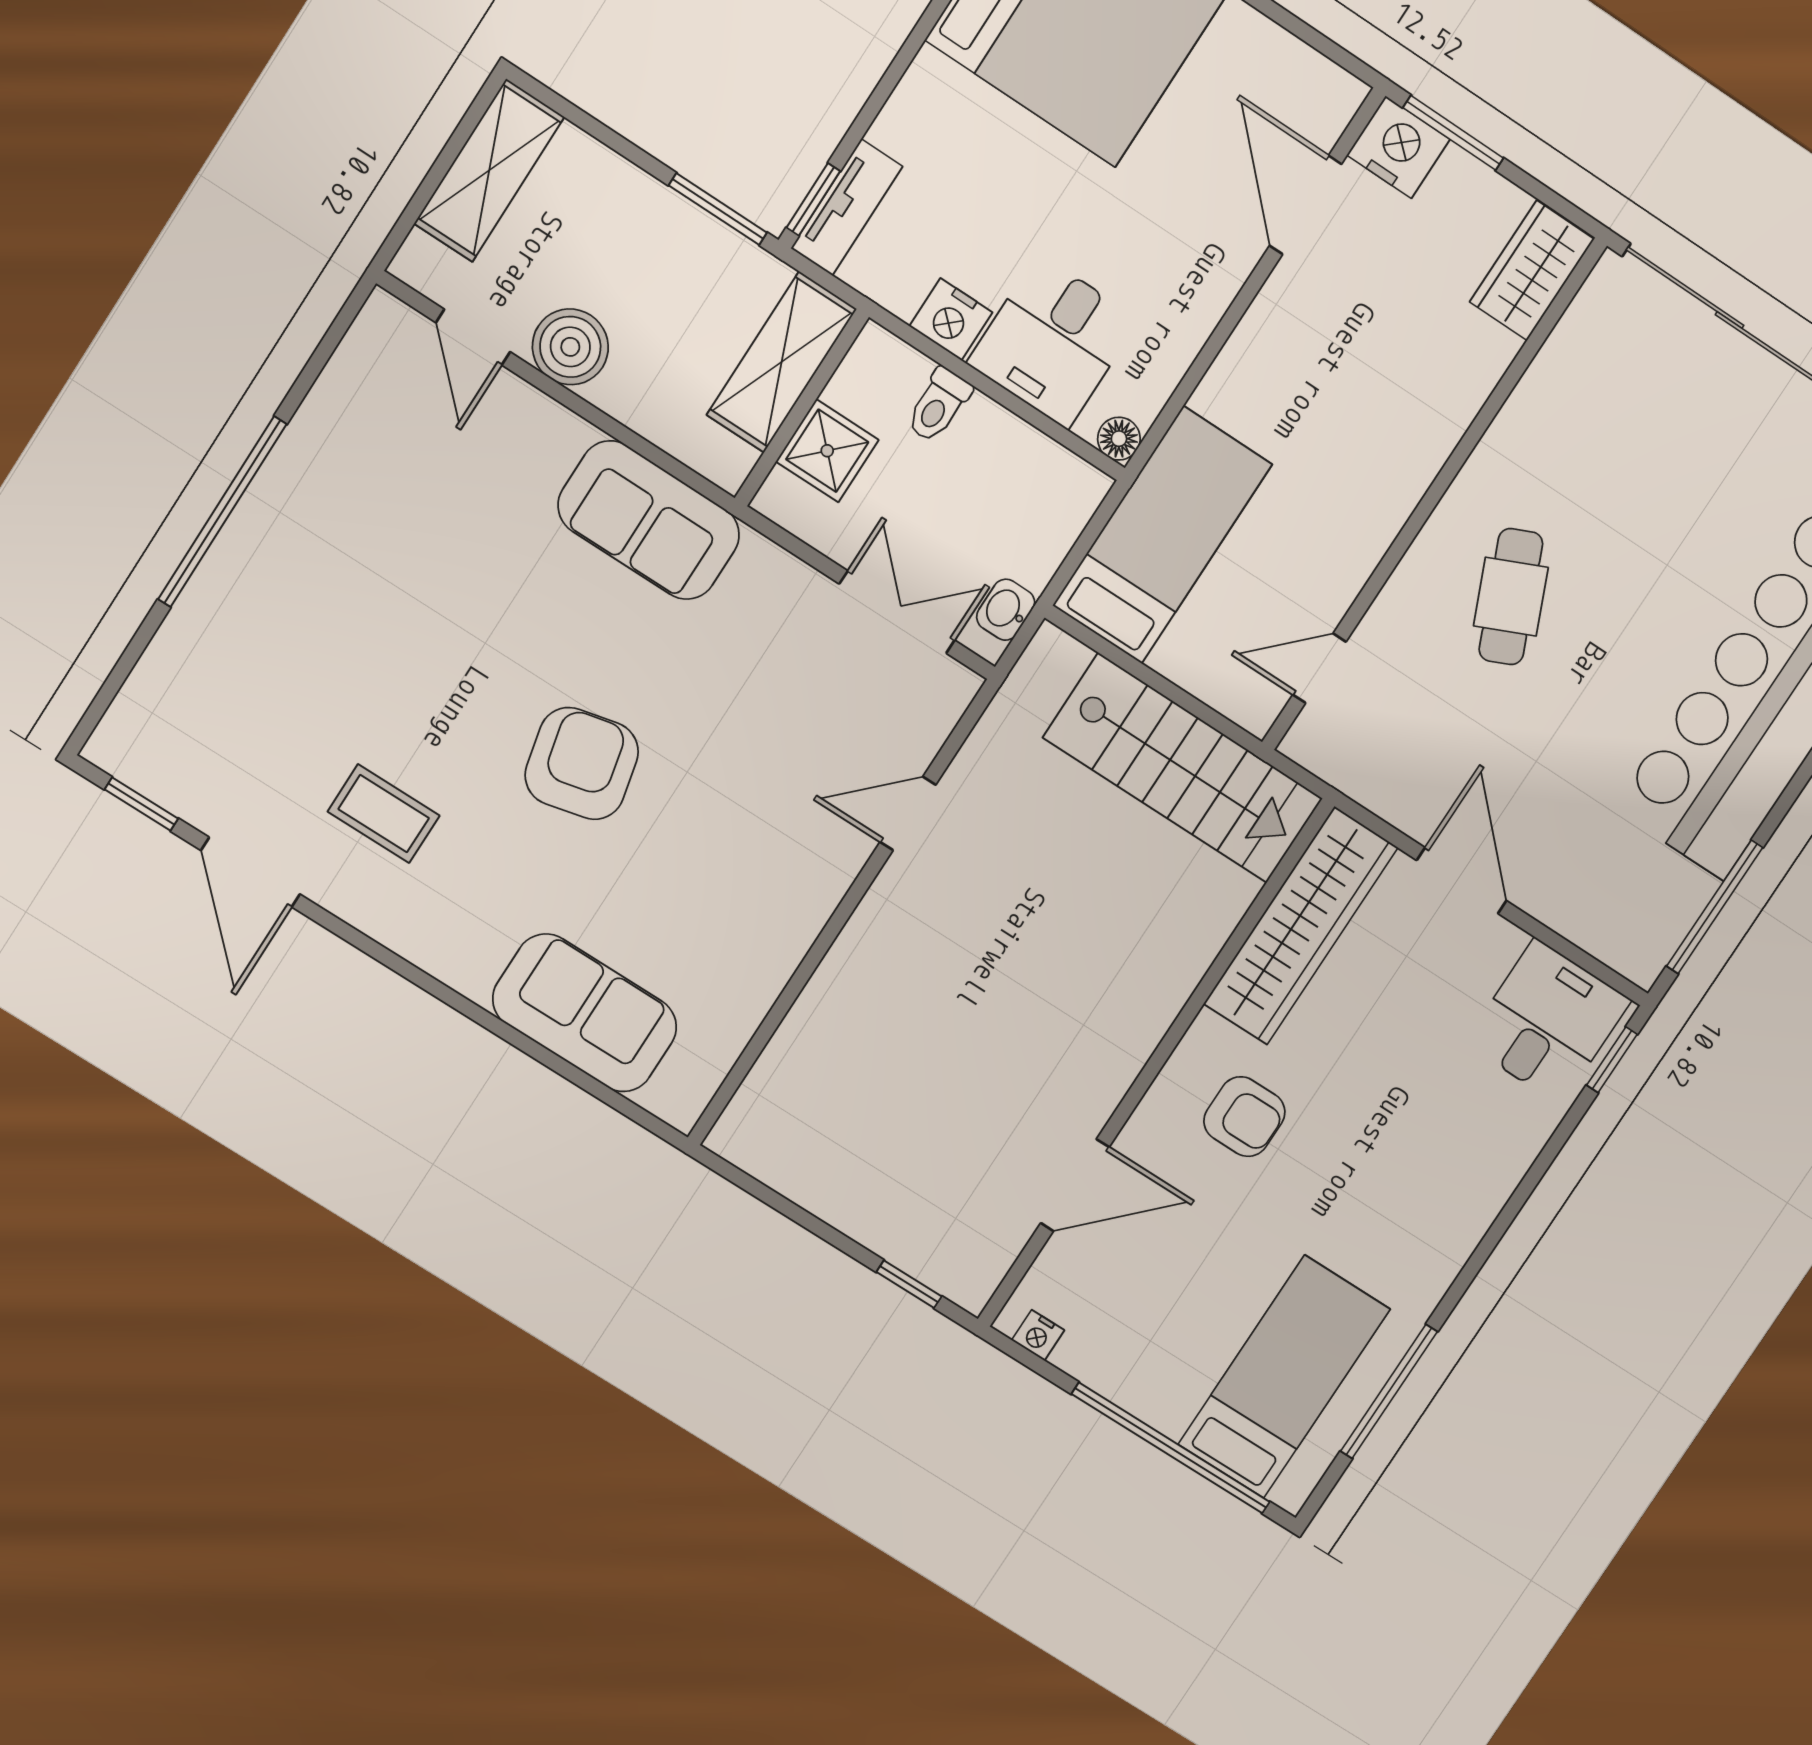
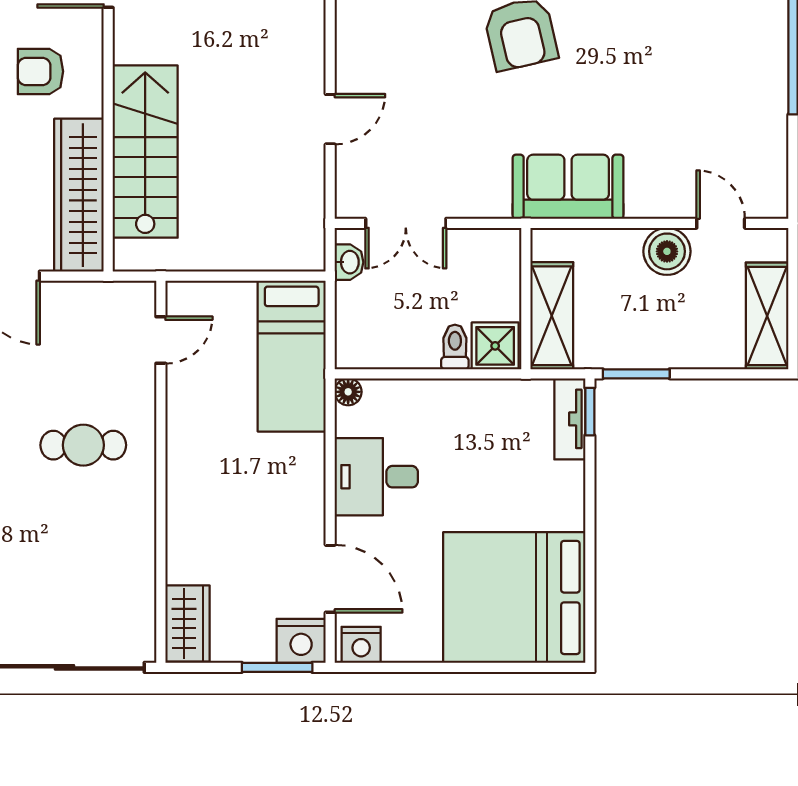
nightstand: (951, 319) -> (361, 645), moved, turned 180
desk: (1053, 341) -> (376, 477), moved, turned -90
shower: (827, 451) -> (495, 346), moved
cafe table: (1511, 597) -> (83, 445), turned -66
stairs: (1183, 768) -> (145, 152), moved, turned 90

